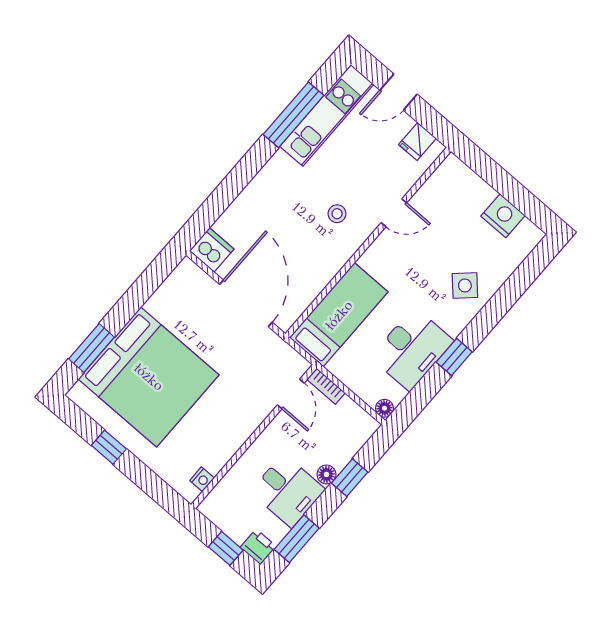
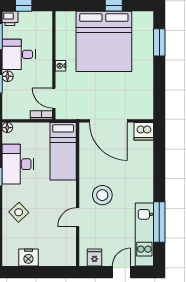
stool: (337, 214) -> (102, 195), width x1.89, depth x1.89
bed: (149, 377) -> (104, 41), moved, turned -90
nightstand: (202, 479) -> (60, 66), moved

